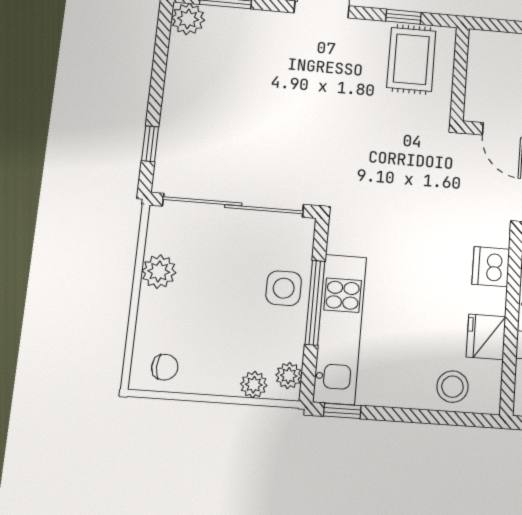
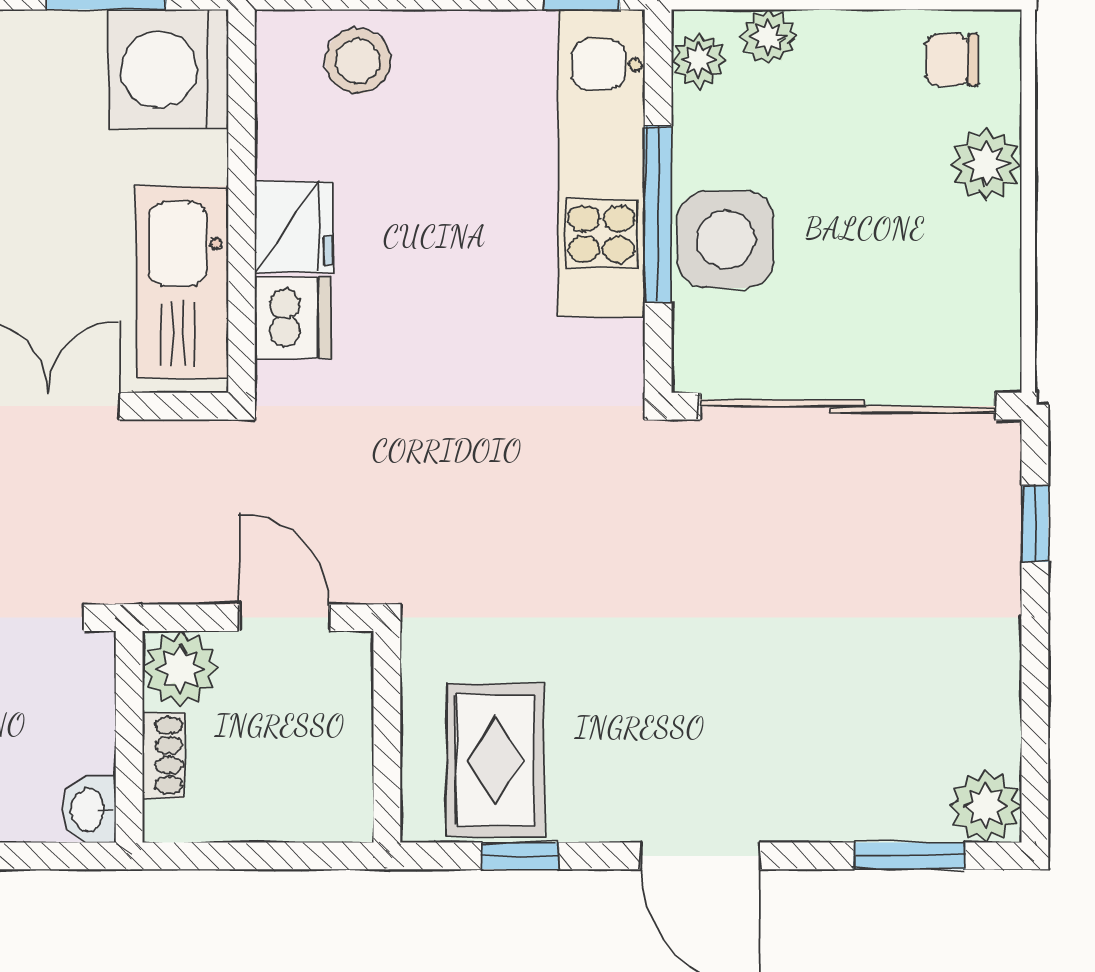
plant: (159, 272) -> (986, 164), moved
side table: (284, 288) -> (726, 240), width x1.37, depth x1.37
fridge: (486, 337) -> (294, 227), moved

